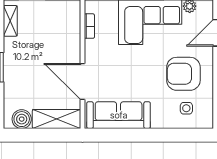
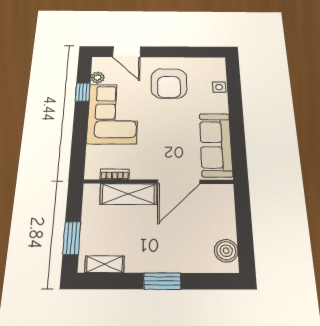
side table: (186, 108) -> (219, 87), moved
shelving: (57, 119) -> (128, 194), moved, turned 90

